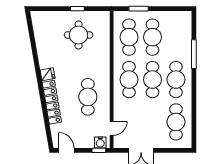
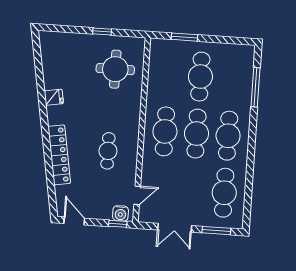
round table: (79, 35) -> (115, 69), moved
cafe table: (129, 37) -> (169, 74), removed
window: (194, 54) -> (256, 87), moved
fridge: (47, 74) -> (54, 97), moved
cafe table: (88, 97) -> (108, 151), width x0.73, depth x0.74
window: (172, 150) -> (216, 231), added

